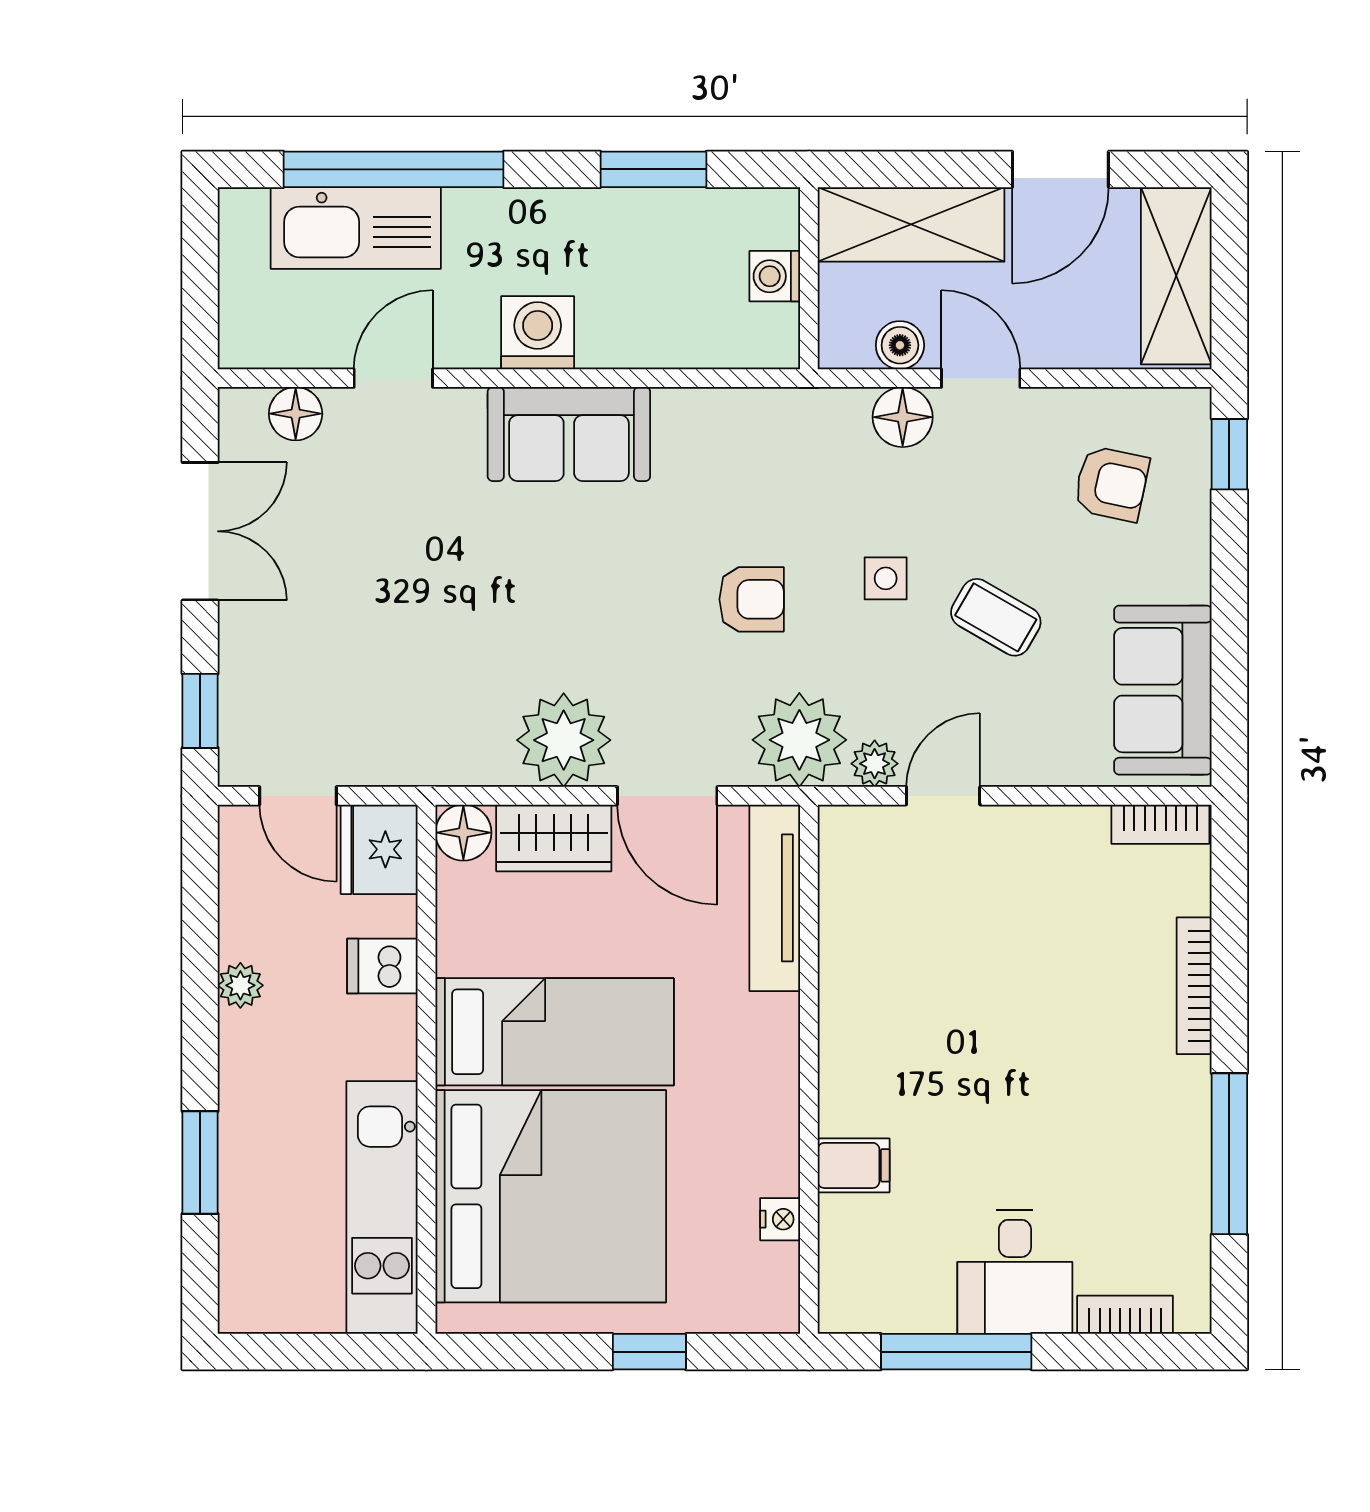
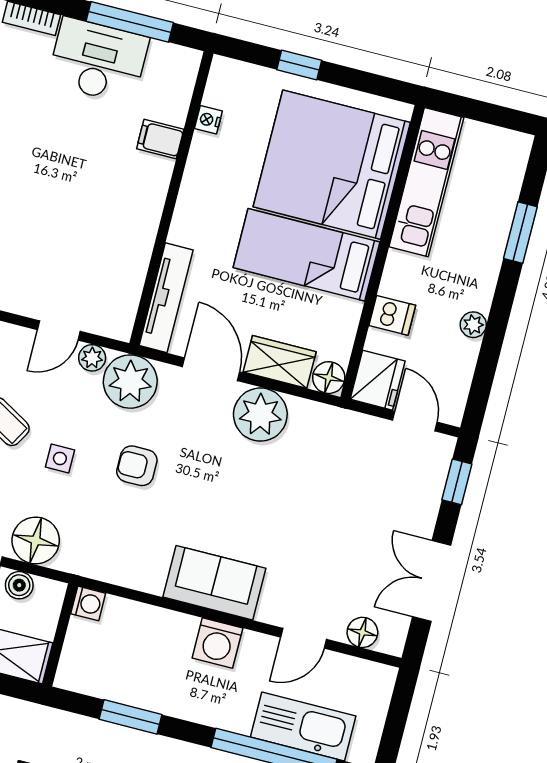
washing machine: (775, 276) -> (88, 603), moved
floor lamp: (903, 417) -> (36, 541), width x1.38, depth x1.38
desk: (1015, 1272) -> (98, 61), width x1.37

